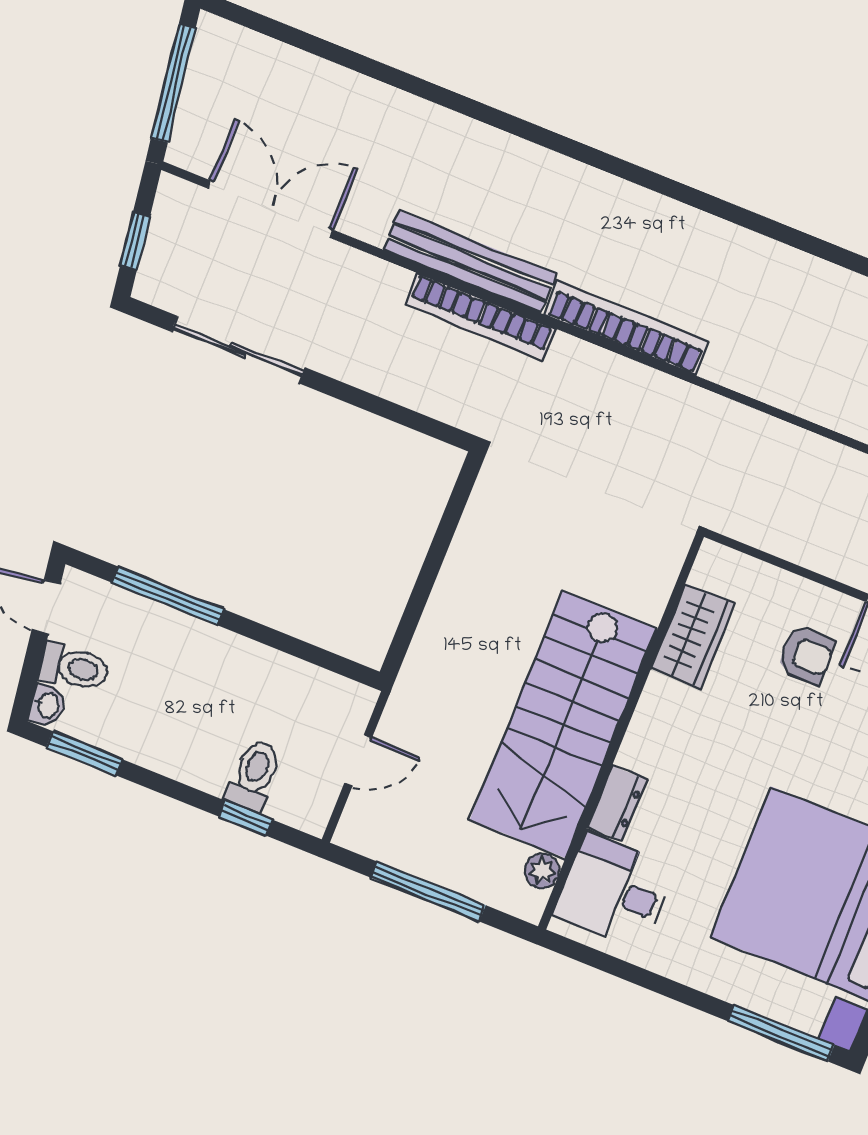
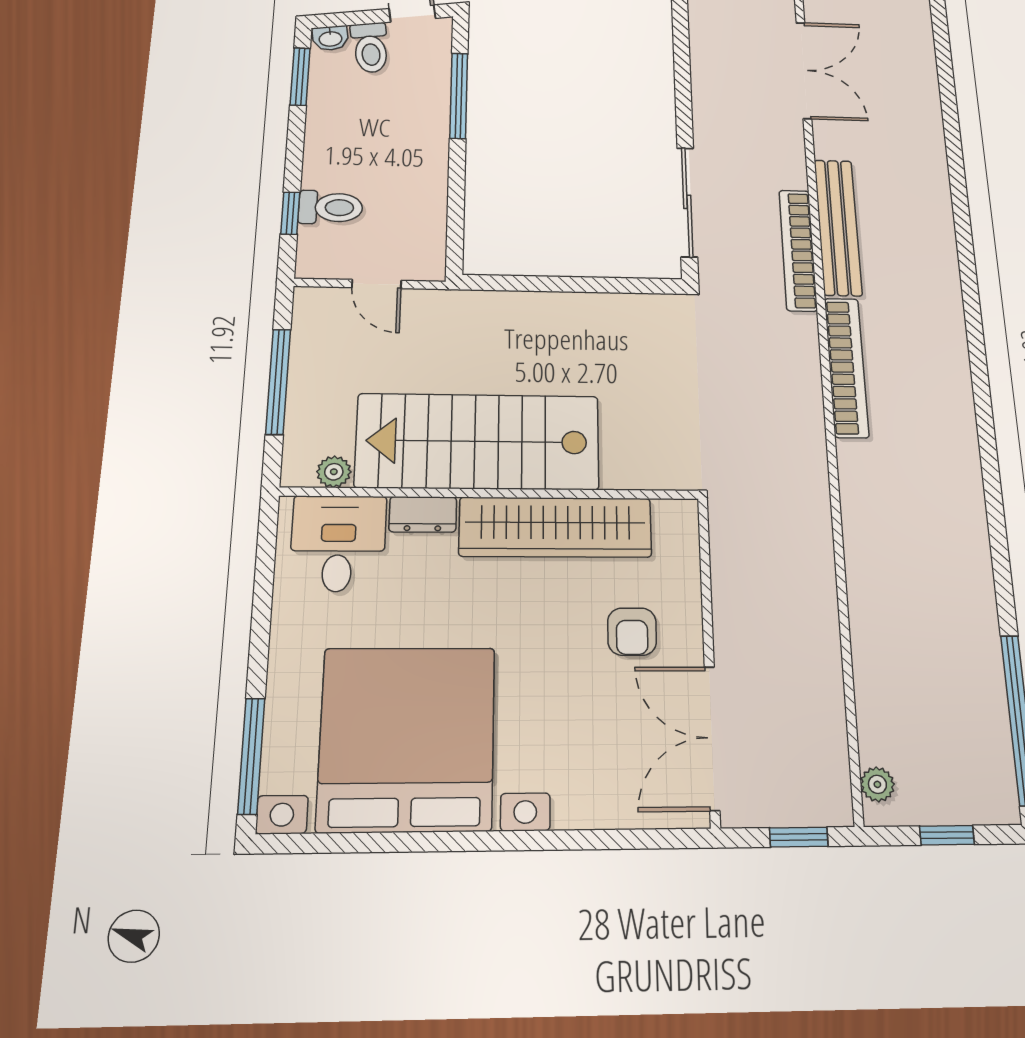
sliding door: (238, 350) -> (687, 202), moved
wardrobe: (693, 636) -> (555, 527), width x2.10, depth x1.17

